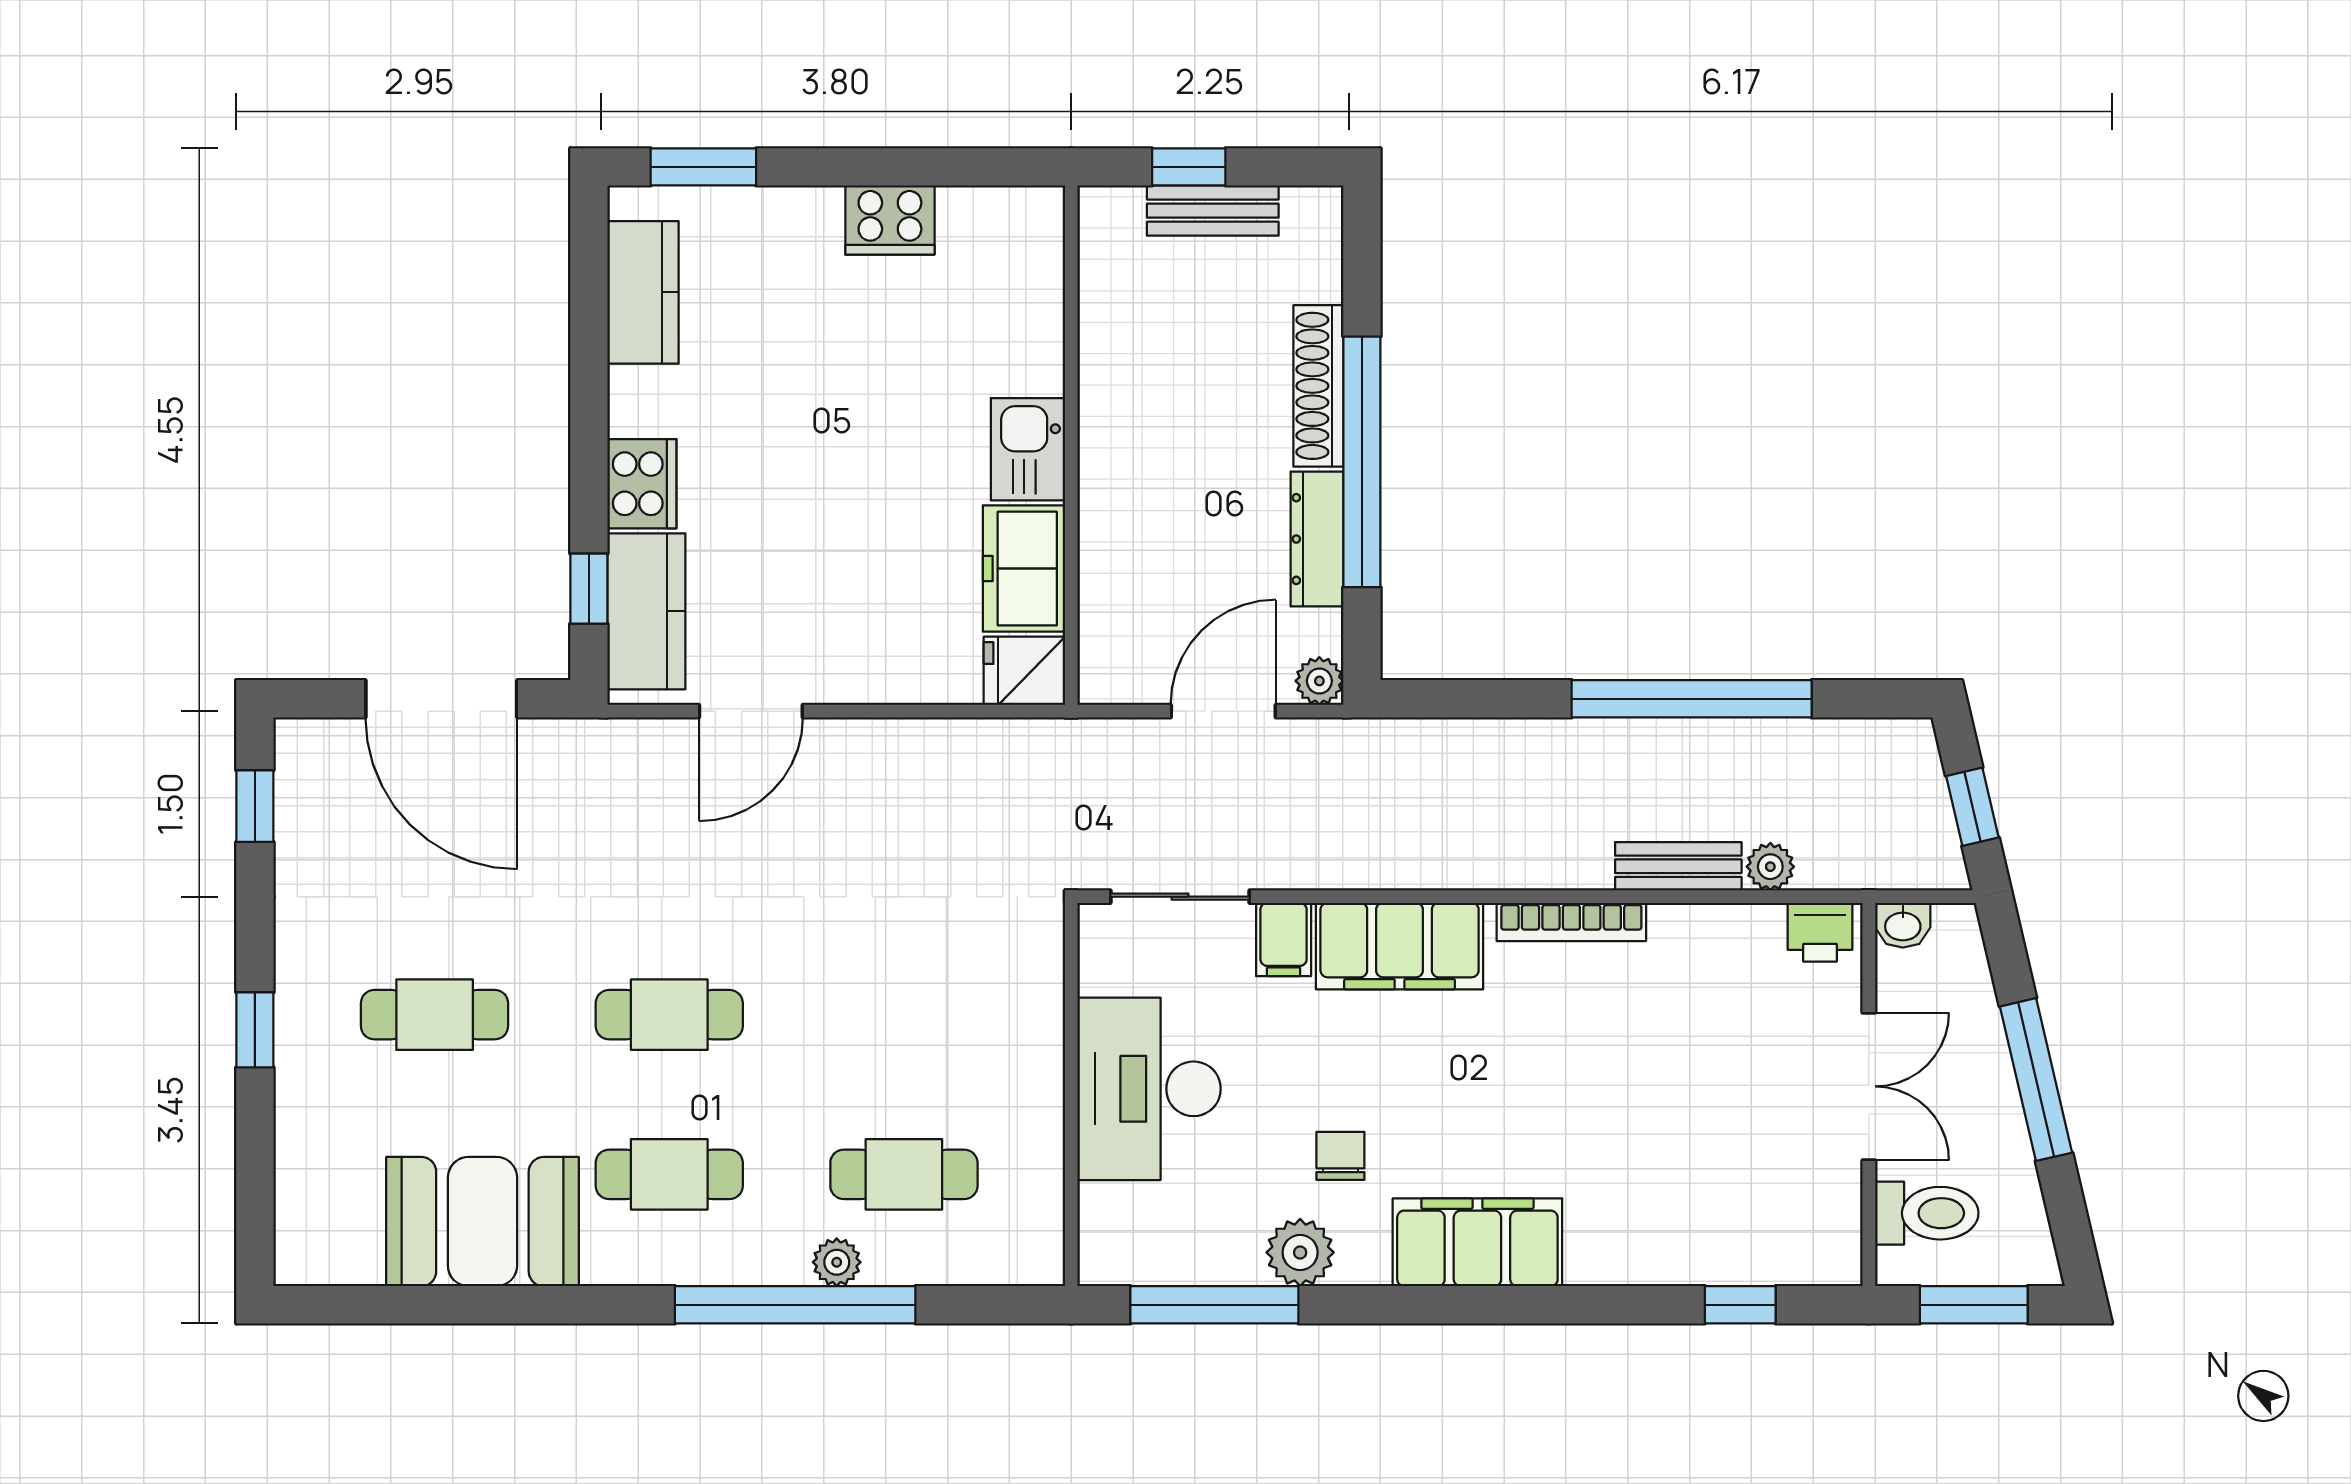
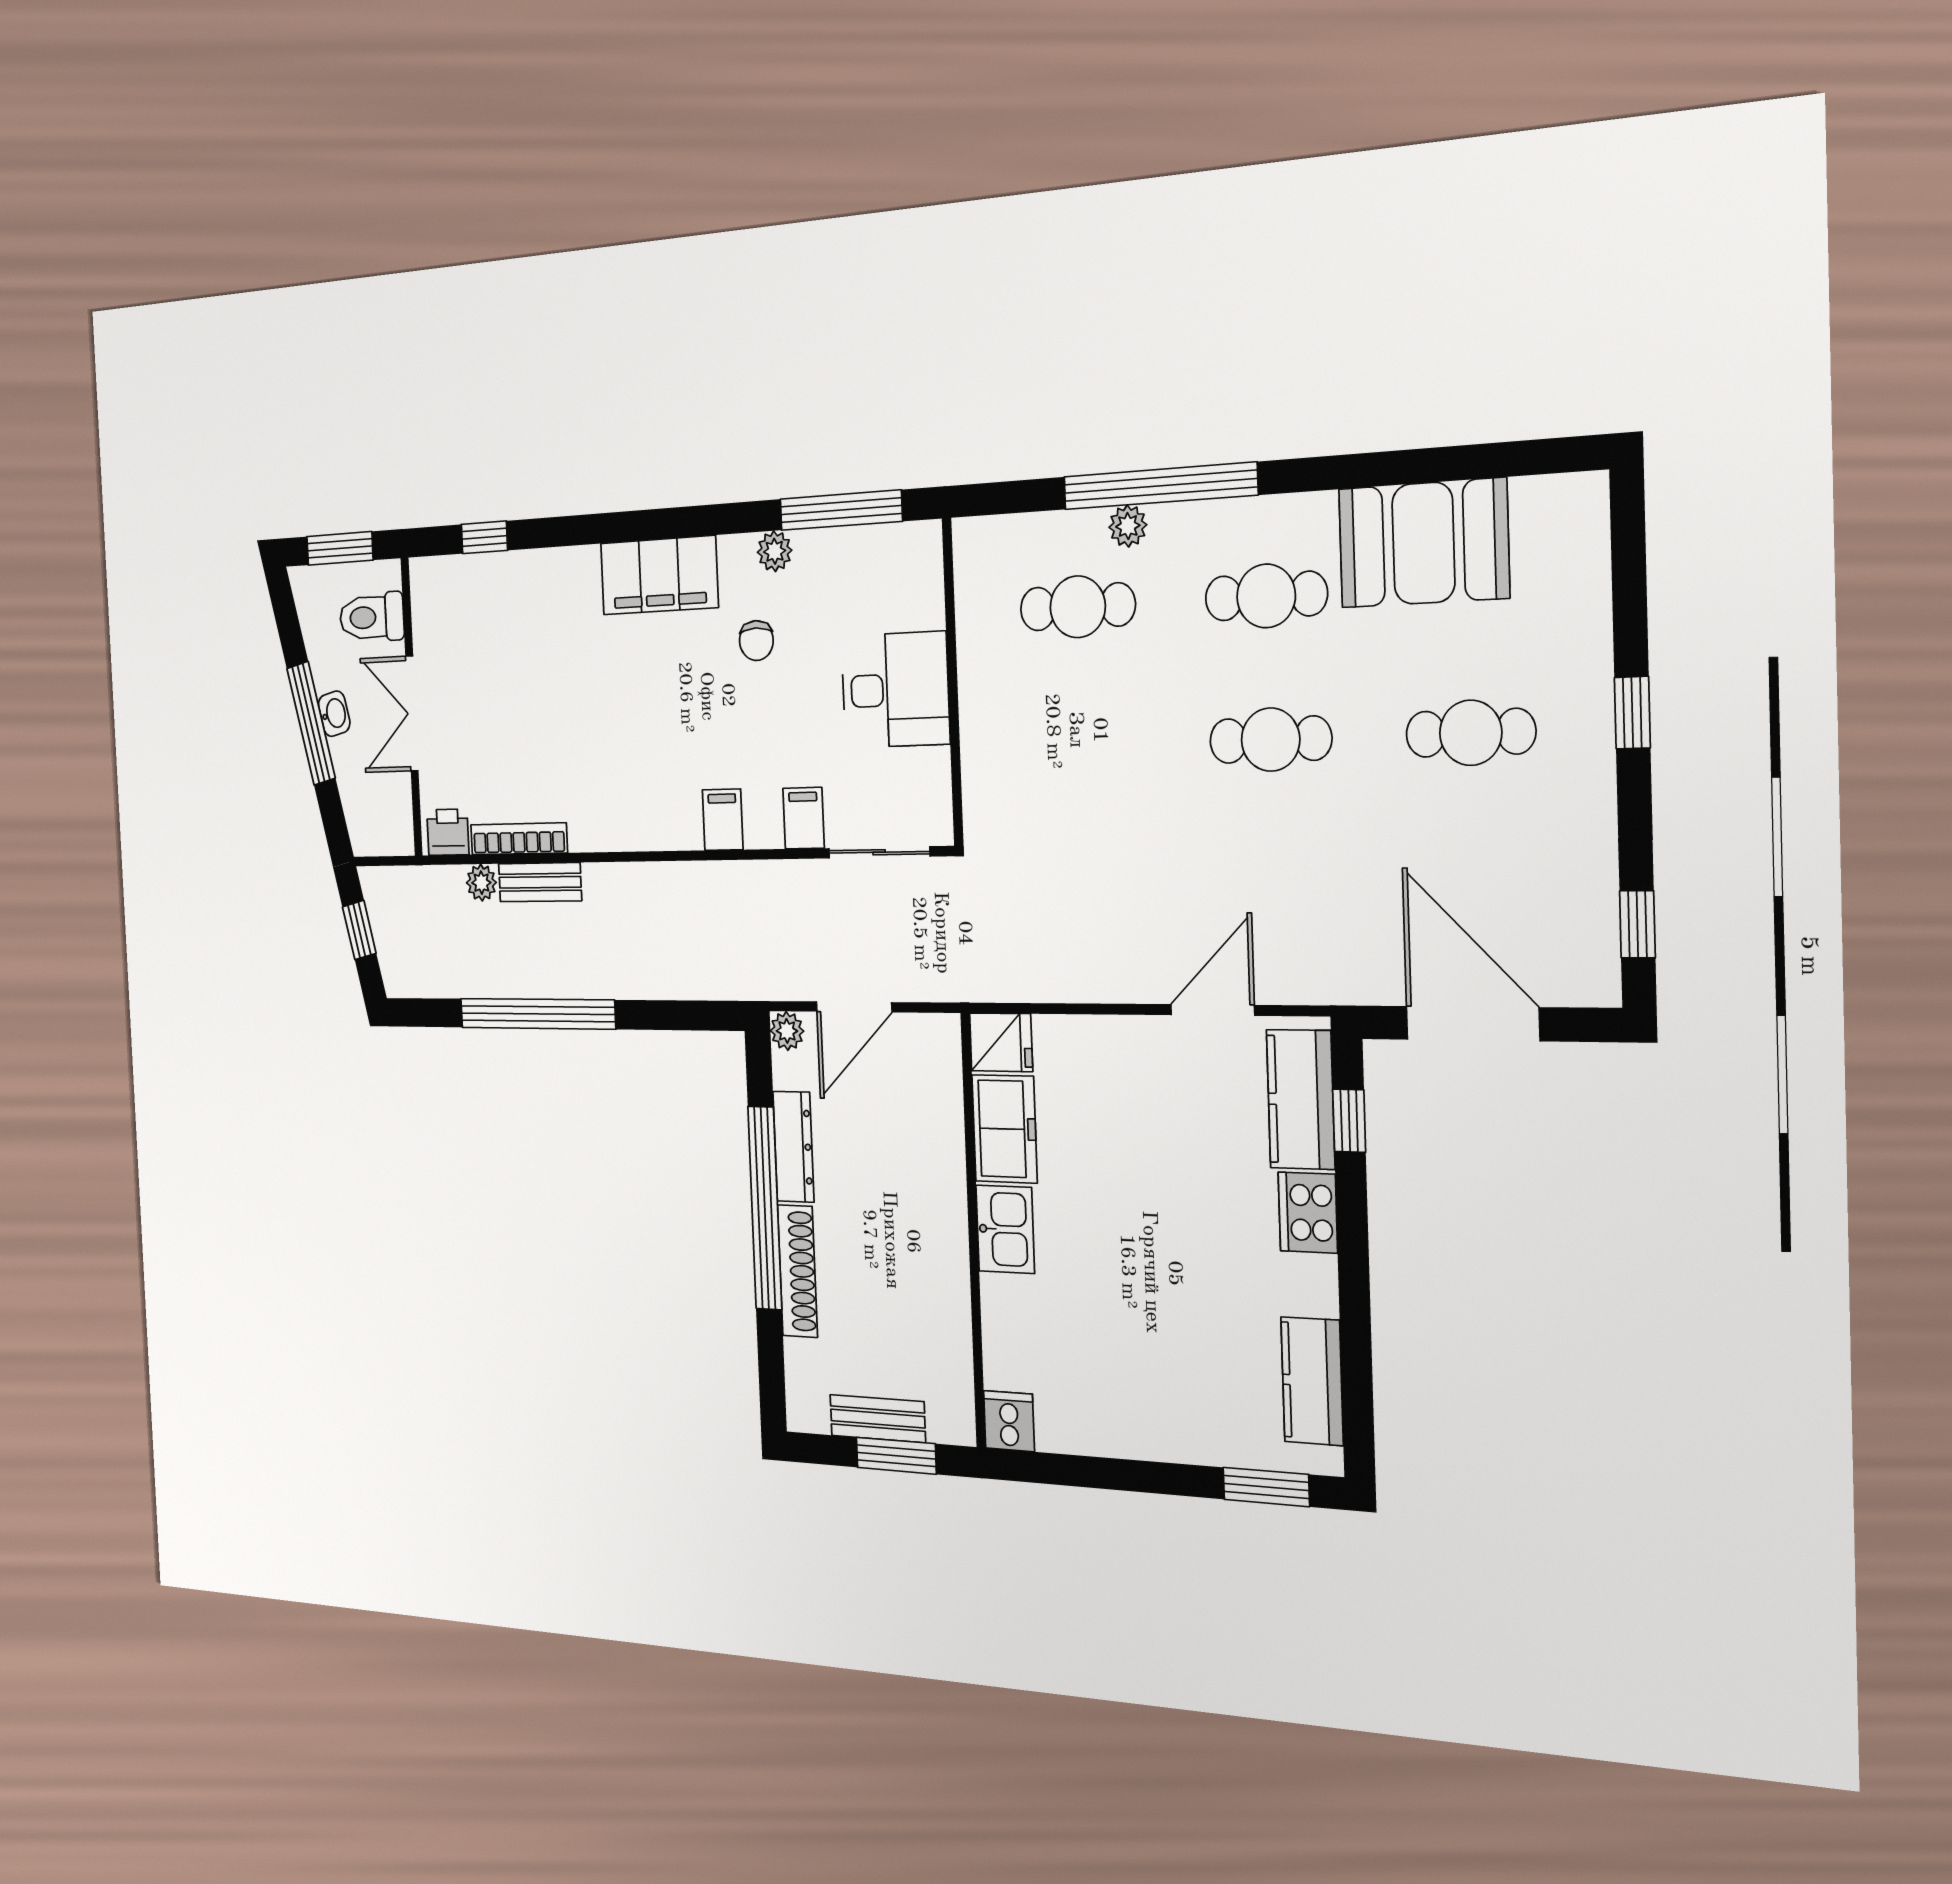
window: (1189, 167) -> (896, 1456), width x1.50
cooker: (890, 220) -> (1009, 1421), moved, width x0.73
bookcase: (1571, 922) -> (519, 839), moved
washbasin: (1903, 925) -> (334, 714), moved, turned 77
filing cabinet: (1400, 946) -> (723, 820), width x0.33, depth x0.86
desk: (1149, 1089) -> (895, 690), width x0.73
plant: (1300, 1252) -> (775, 551), width x0.73, depth x0.73

